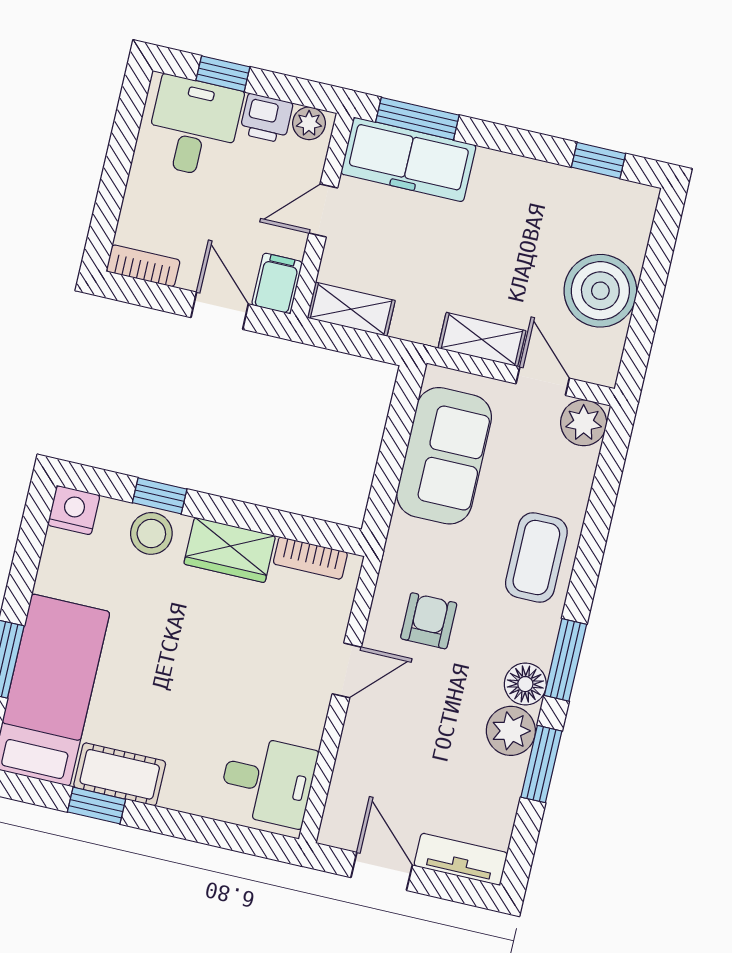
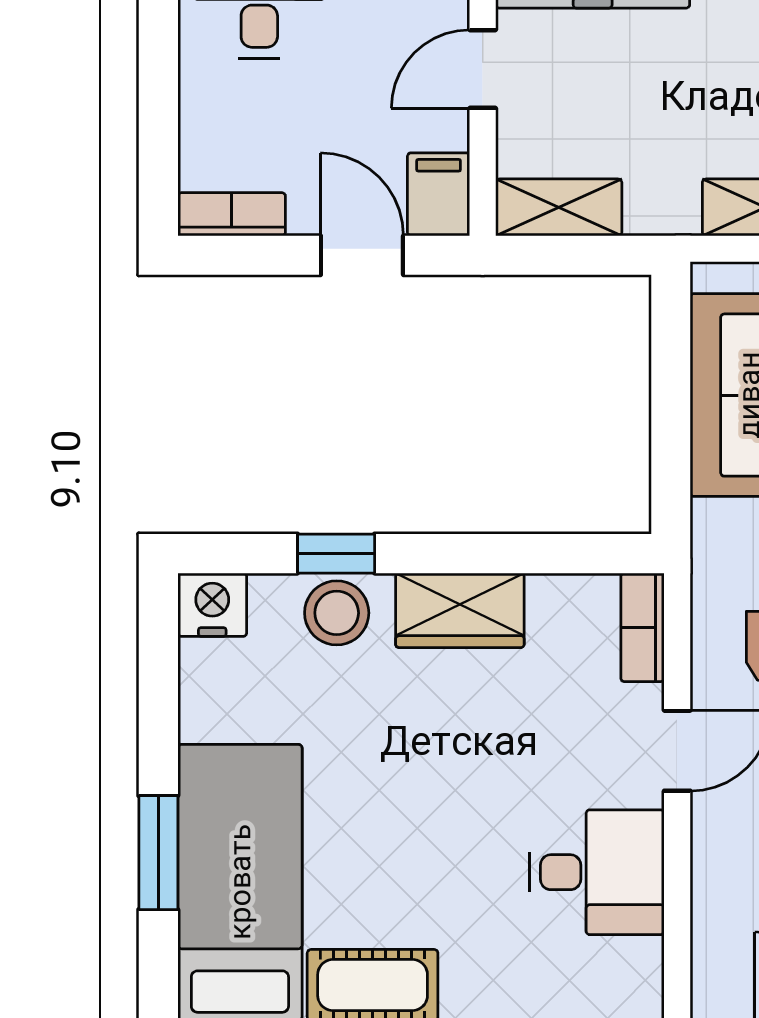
bookcase: (310, 558) -> (643, 627), moved, turned 90
desk: (268, 781) -> (597, 872), moved

